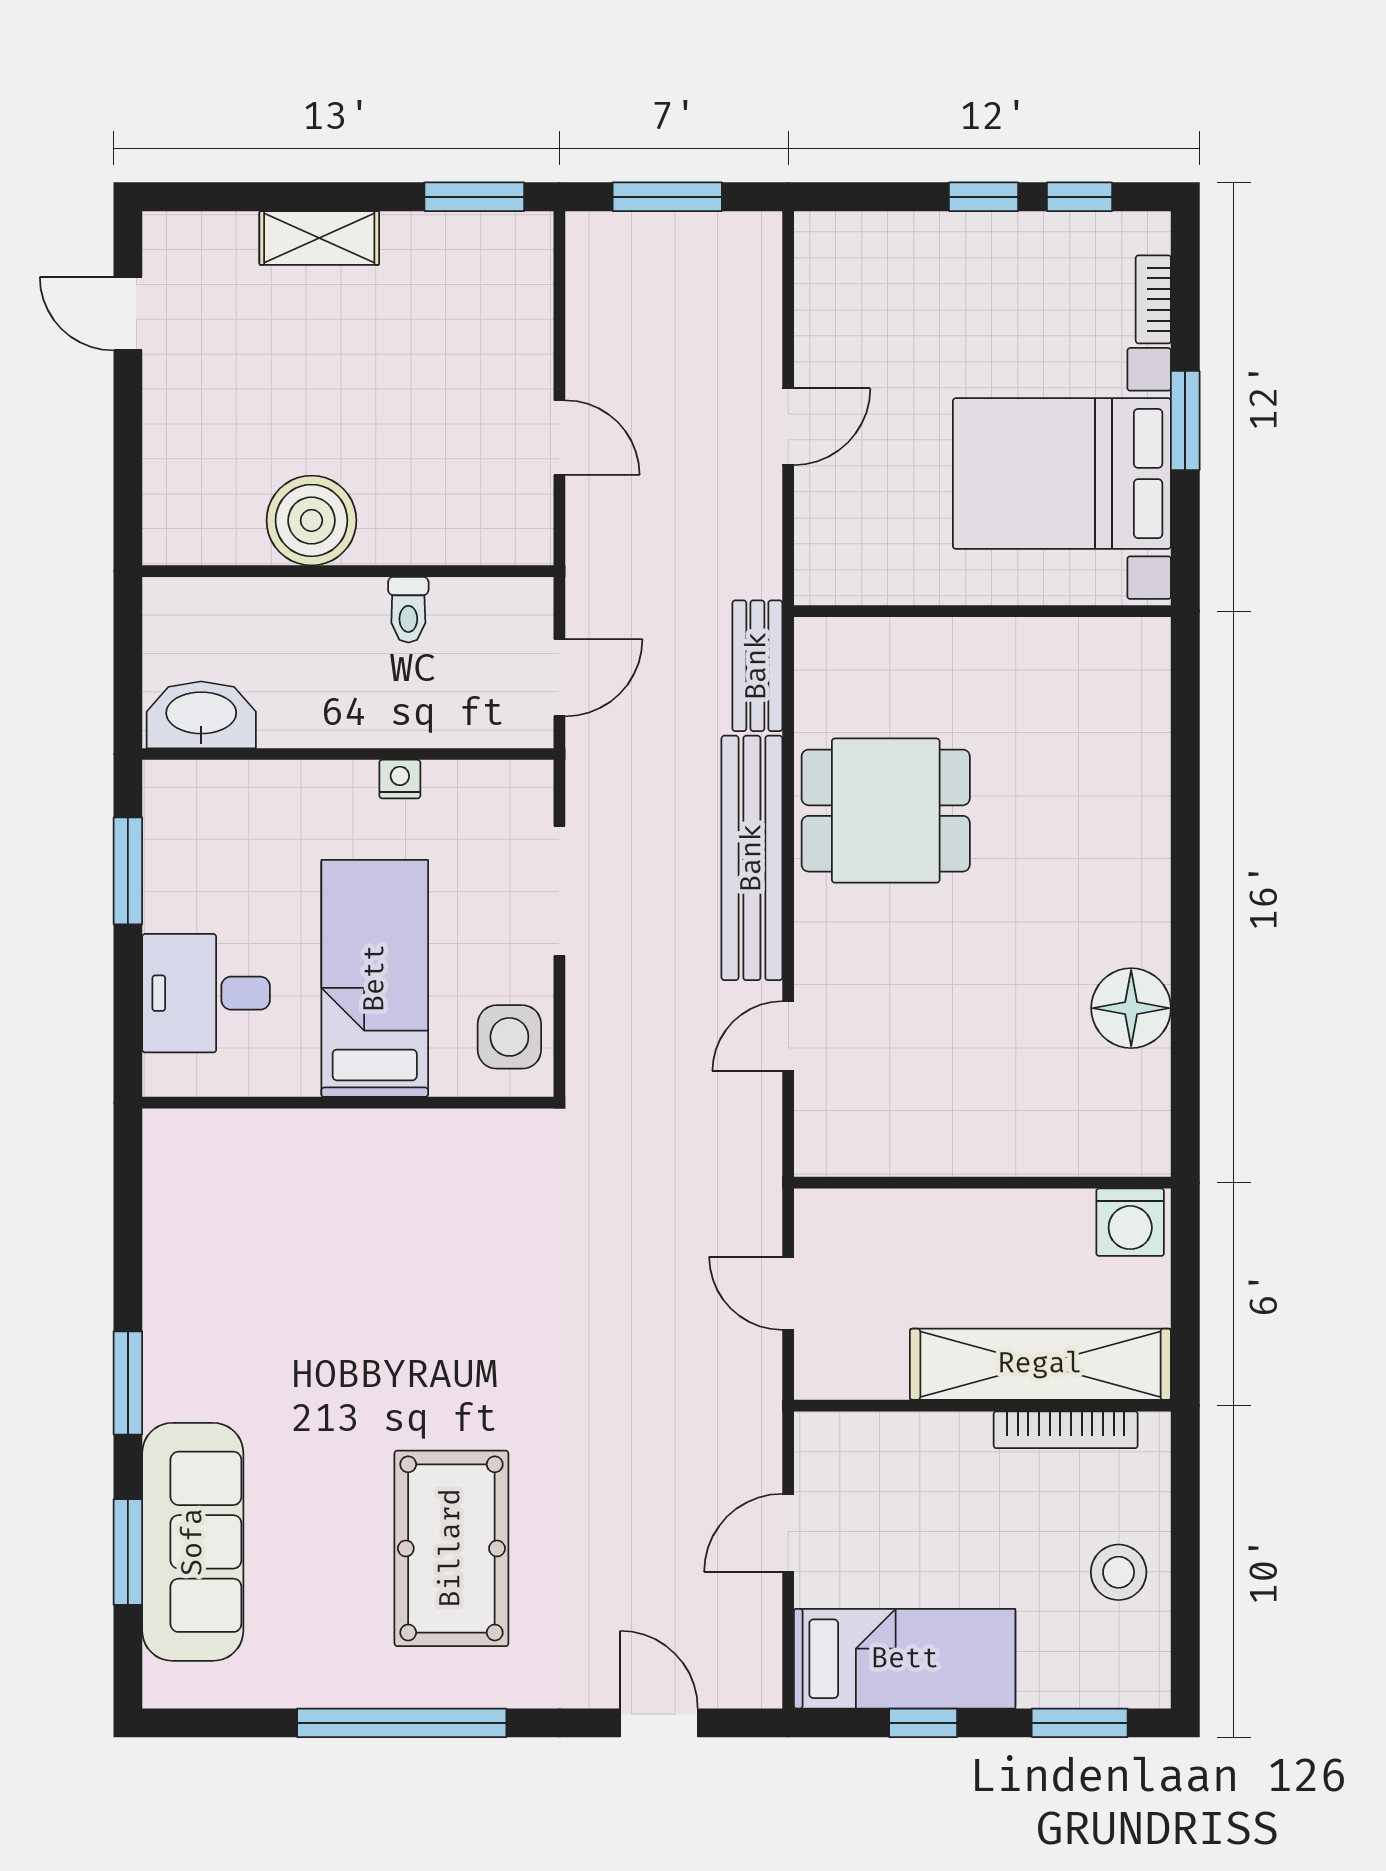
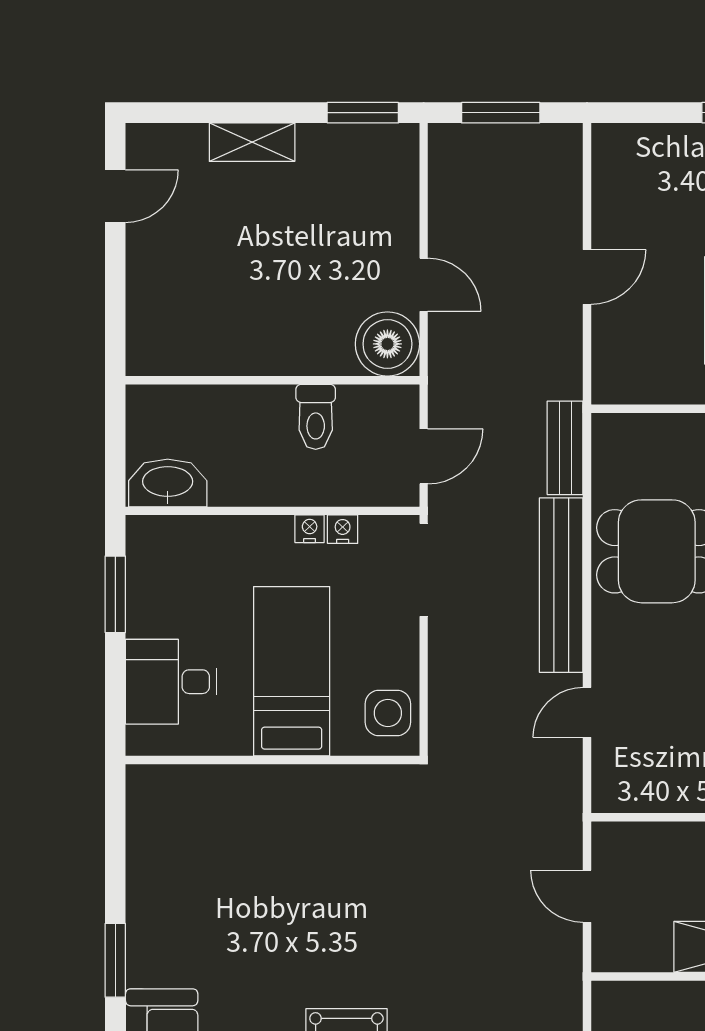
door: (128, 314) -> (115, 196), swing flipped
boiler: (311, 520) -> (387, 344), moved
toilet: (408, 610) -> (316, 417), width x1.37, depth x1.39
nightstand: (446, 780) -> (343, 529), added
doorway: (559, 891) -> (424, 570), moved

